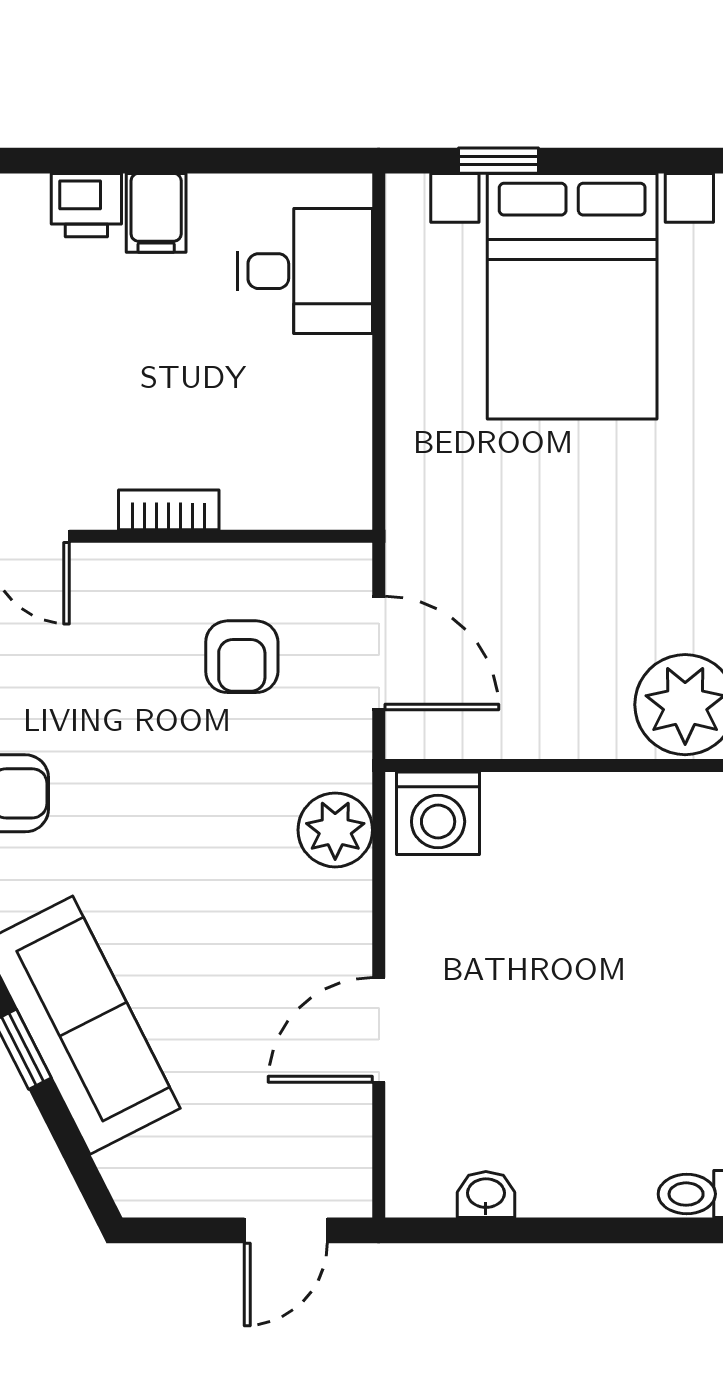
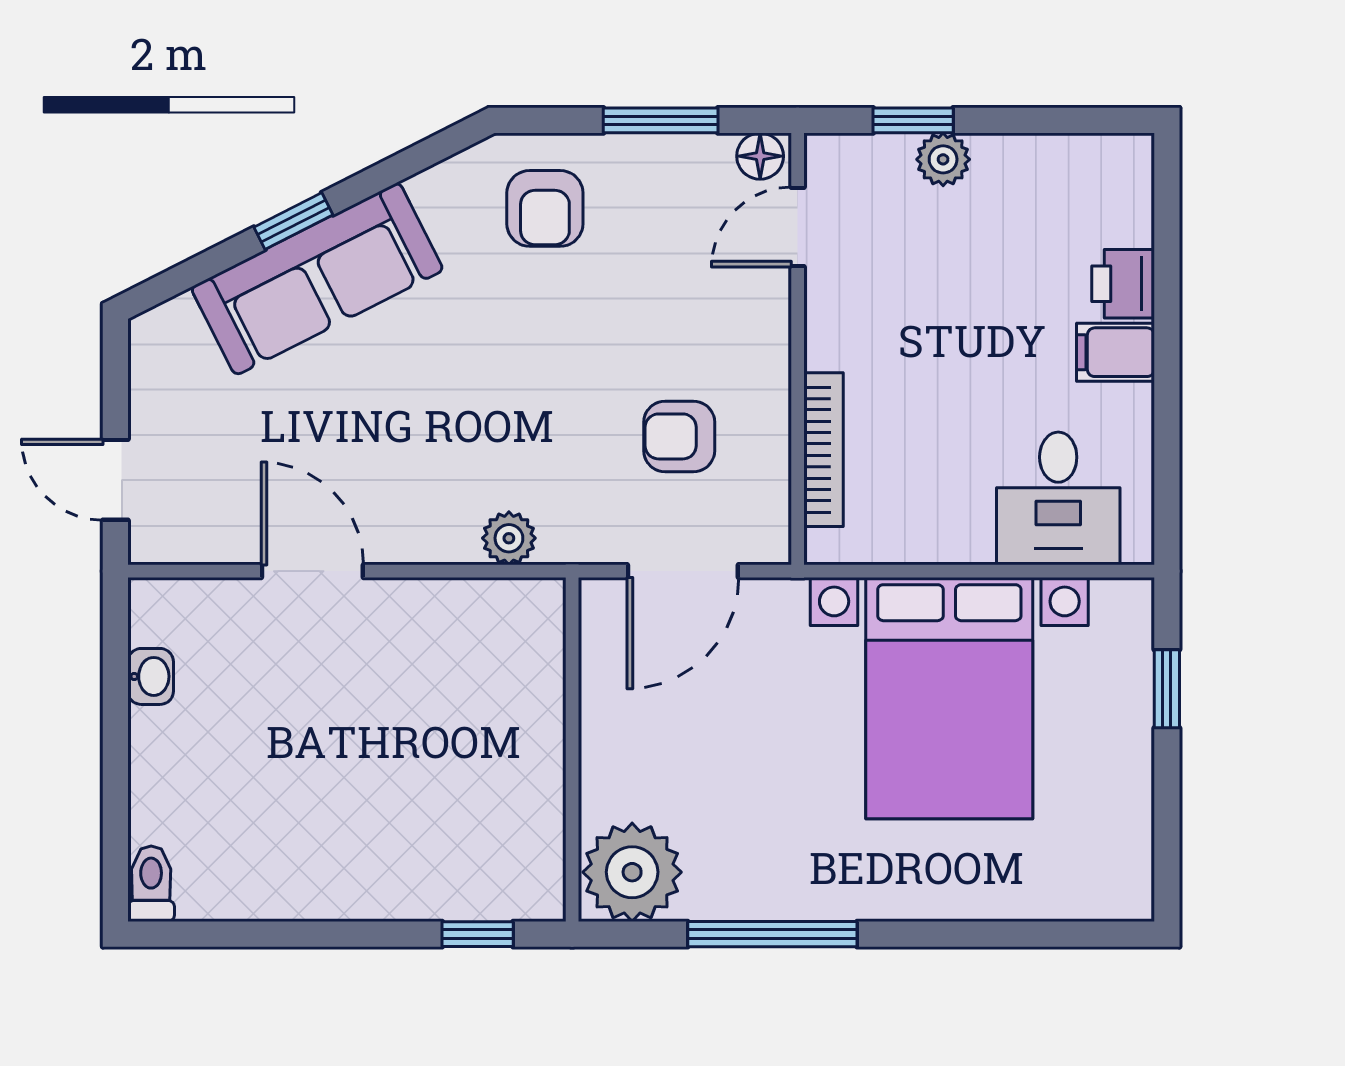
bed with nightstands: (572, 296) -> (949, 698), moved, turned -90
bookcase: (169, 510) -> (824, 450), moved, width x1.56
washing machine: (438, 813) -> (525, 629), removed
plant: (335, 830) -> (509, 538), width x0.73, depth x0.73

